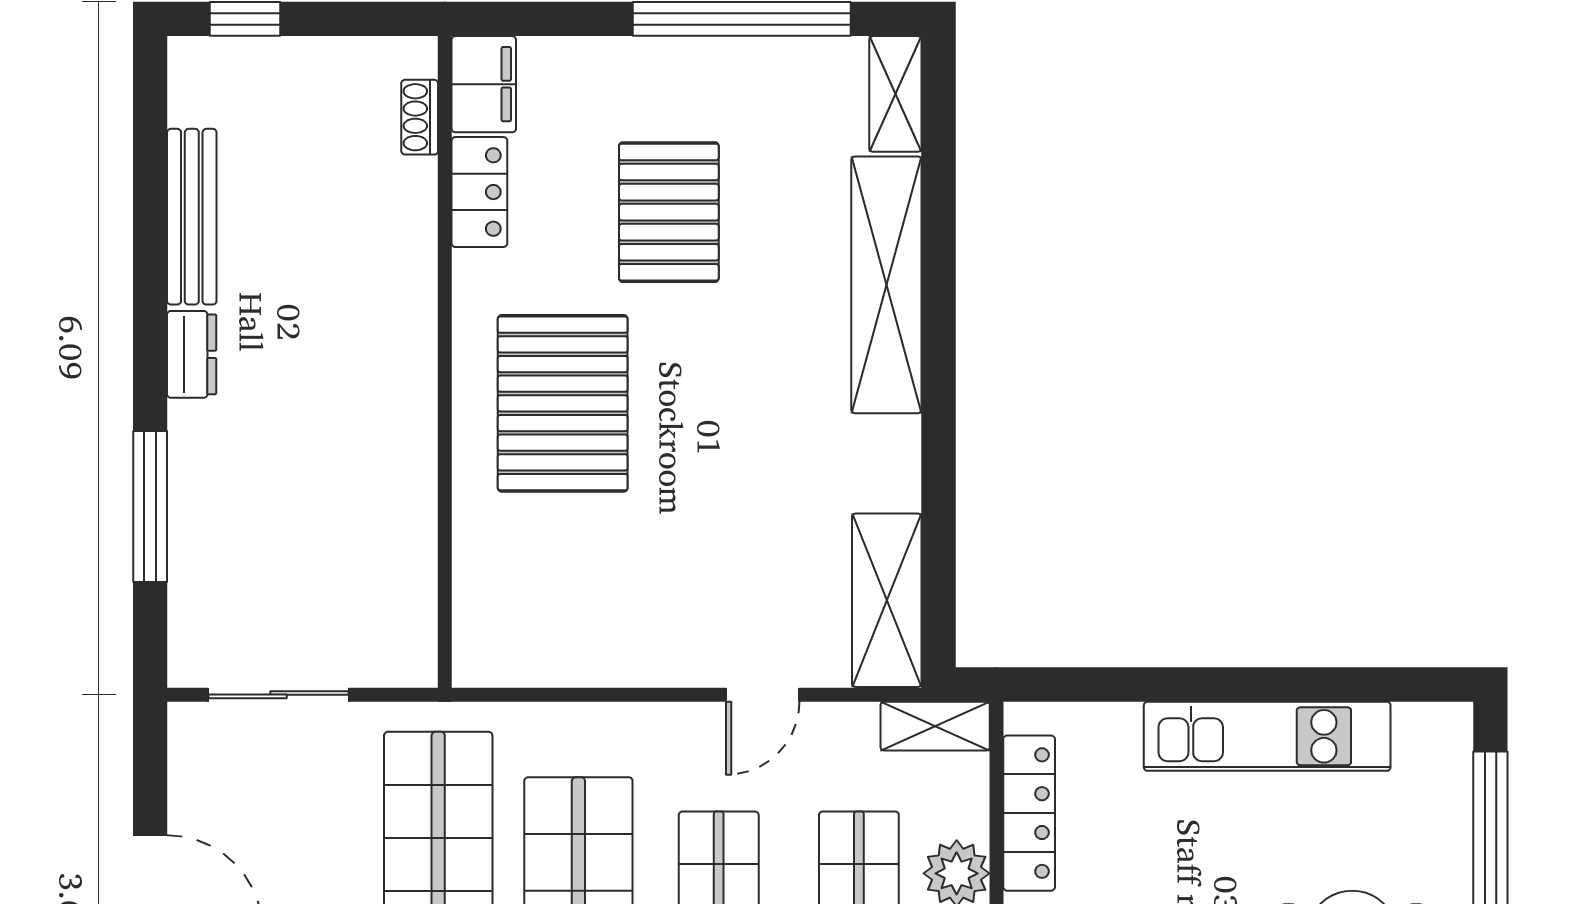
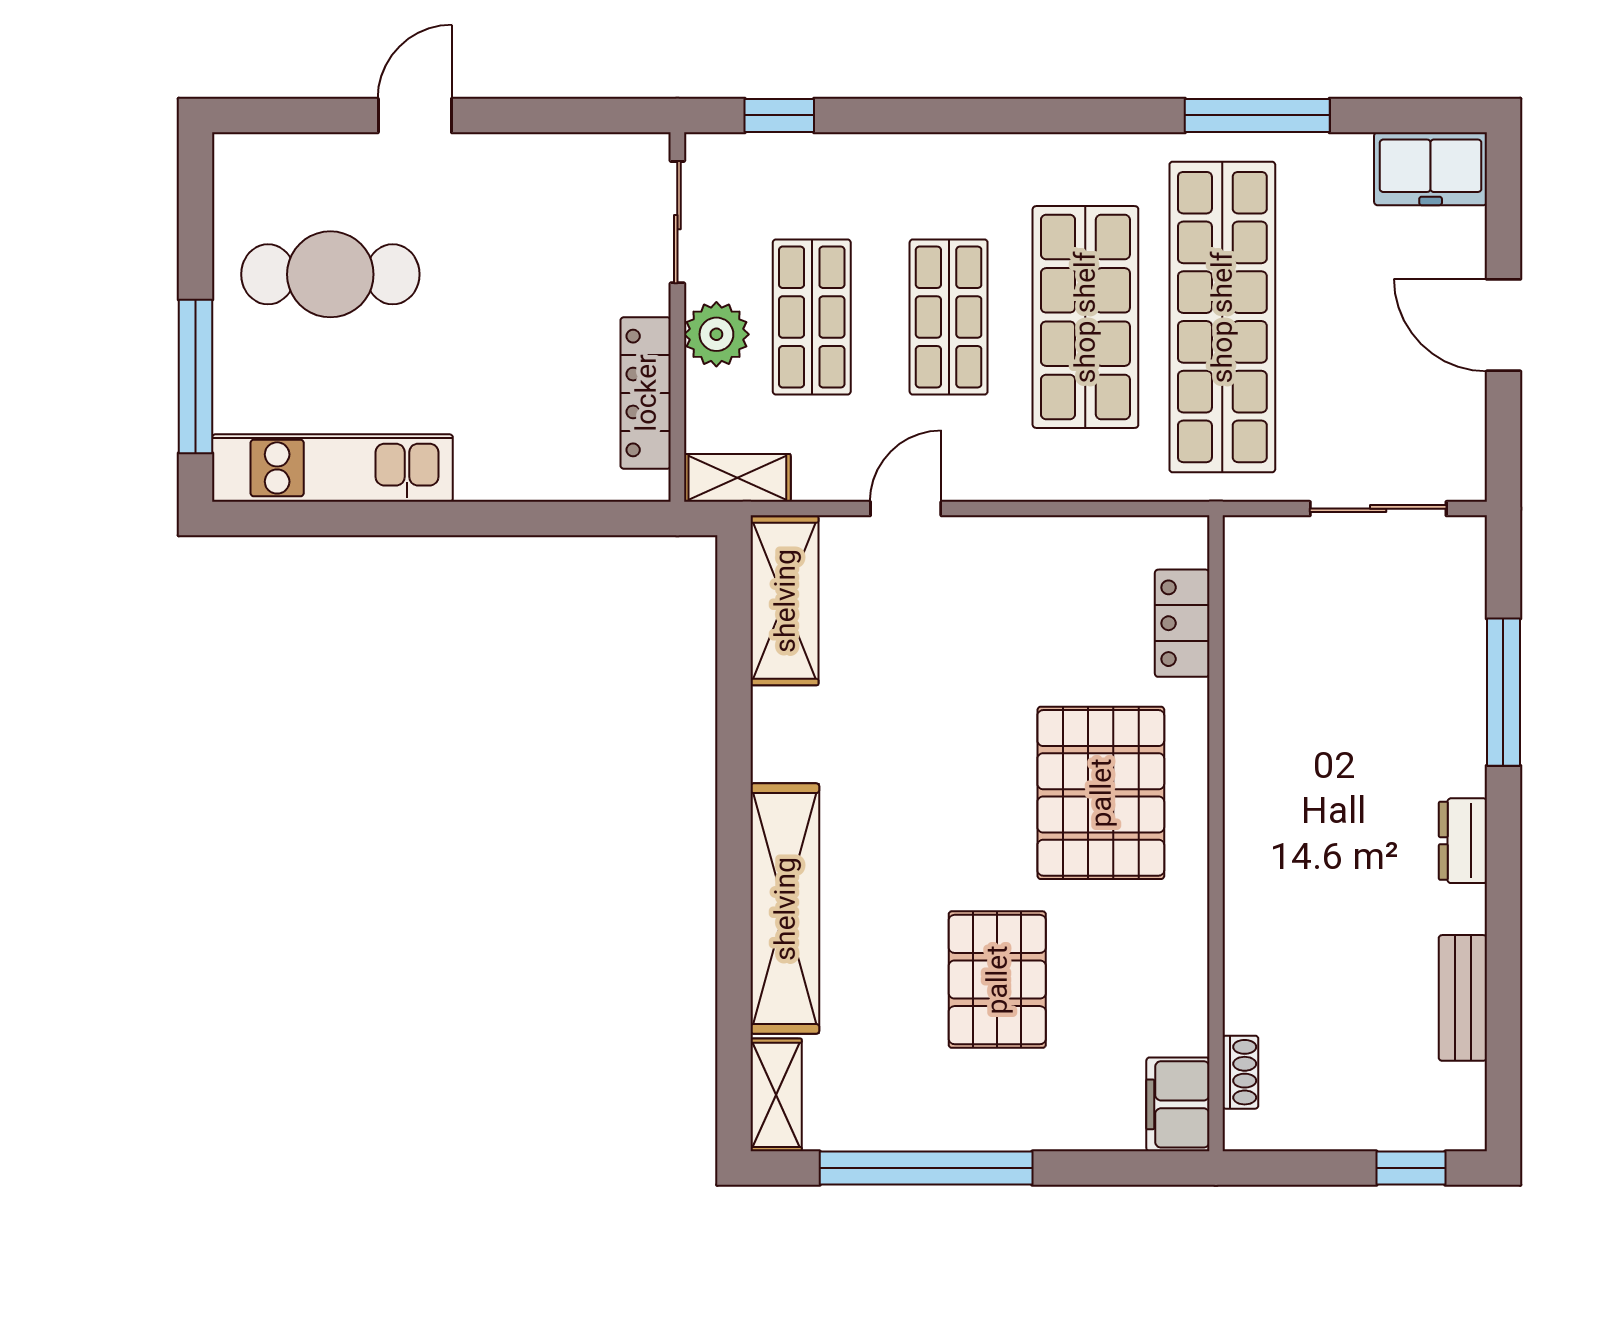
locker: (479, 192) -> (1182, 623), moved
bench: (192, 217) -> (1463, 998), width x0.73
kitchen unit: (1267, 736) -> (332, 468), moved

